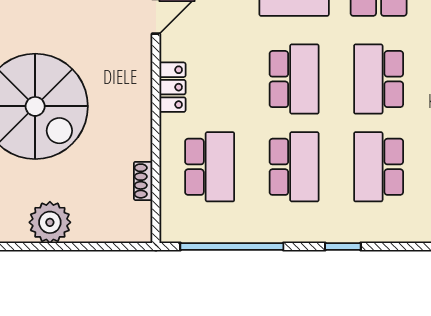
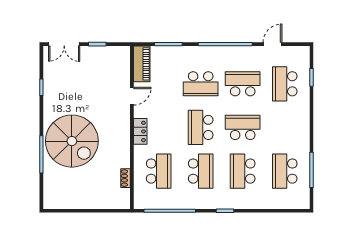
school desk: (294, 79) -> (201, 127), turned 180
school desk: (379, 79) -> (243, 127), turned 90
plant: (50, 222) -> (79, 199), removed

